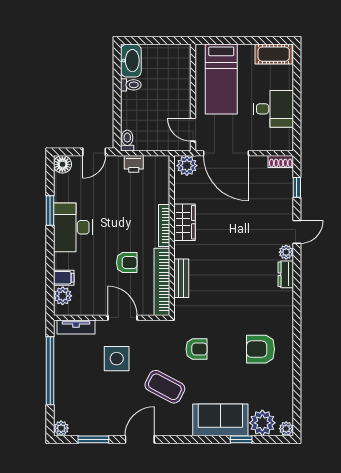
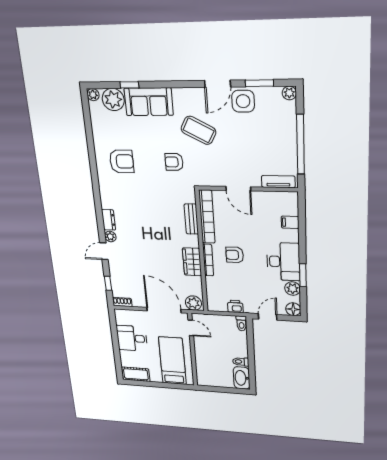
armchair: (127, 263) -> (235, 255), moved
plant: (63, 296) -> (293, 289), moved
side table: (117, 359) -> (243, 101), moved

